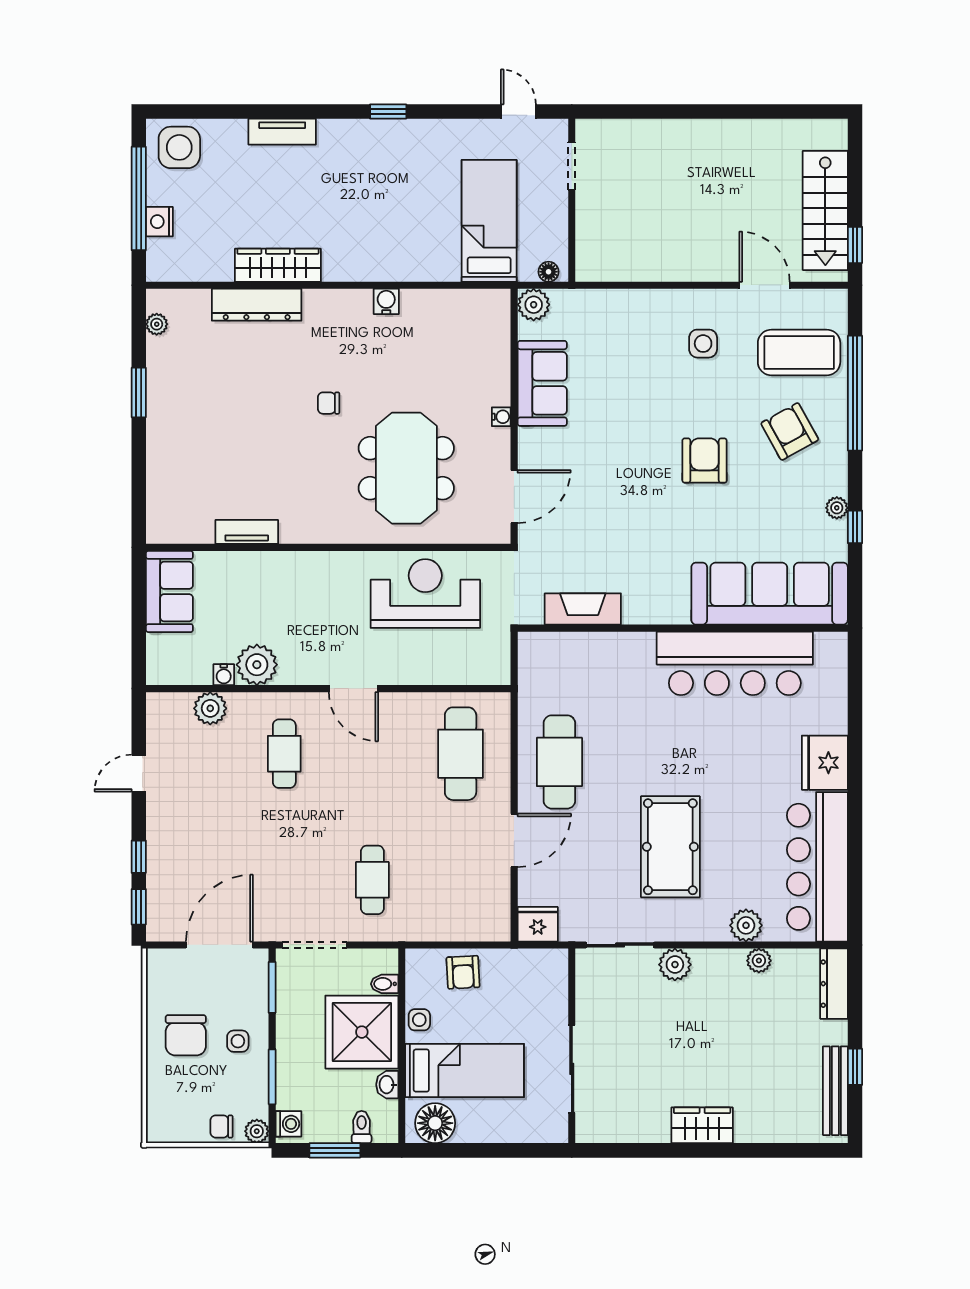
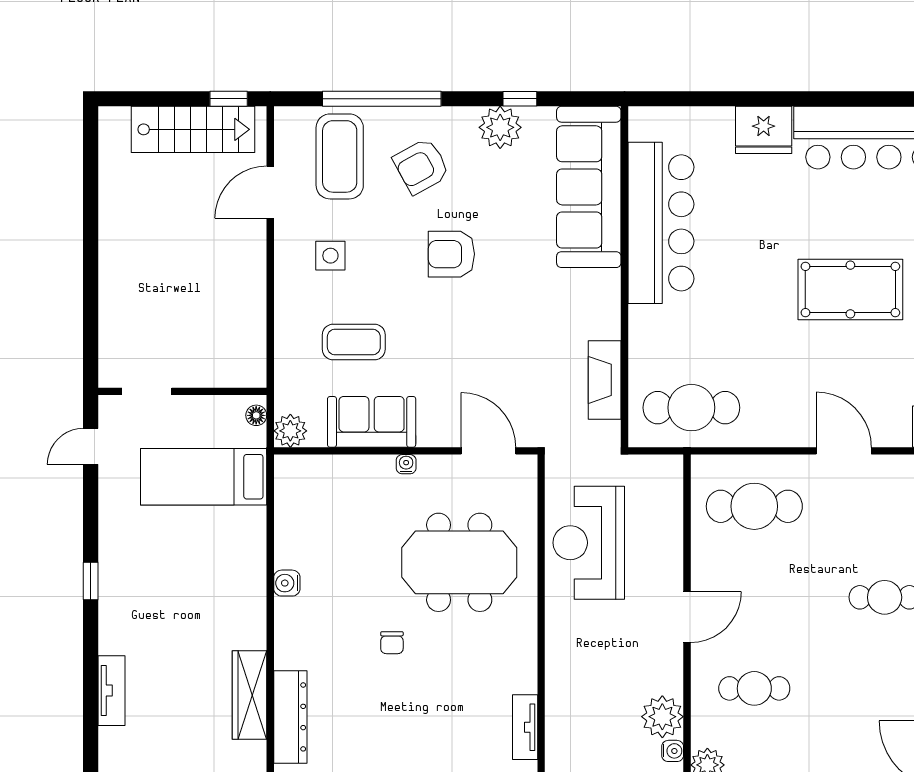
coffee table: (619, 366) -> (354, 342), added
plant: (837, 508) -> (500, 127), width x1.87, depth x1.87
cafe table: (559, 762) -> (691, 408), moved

